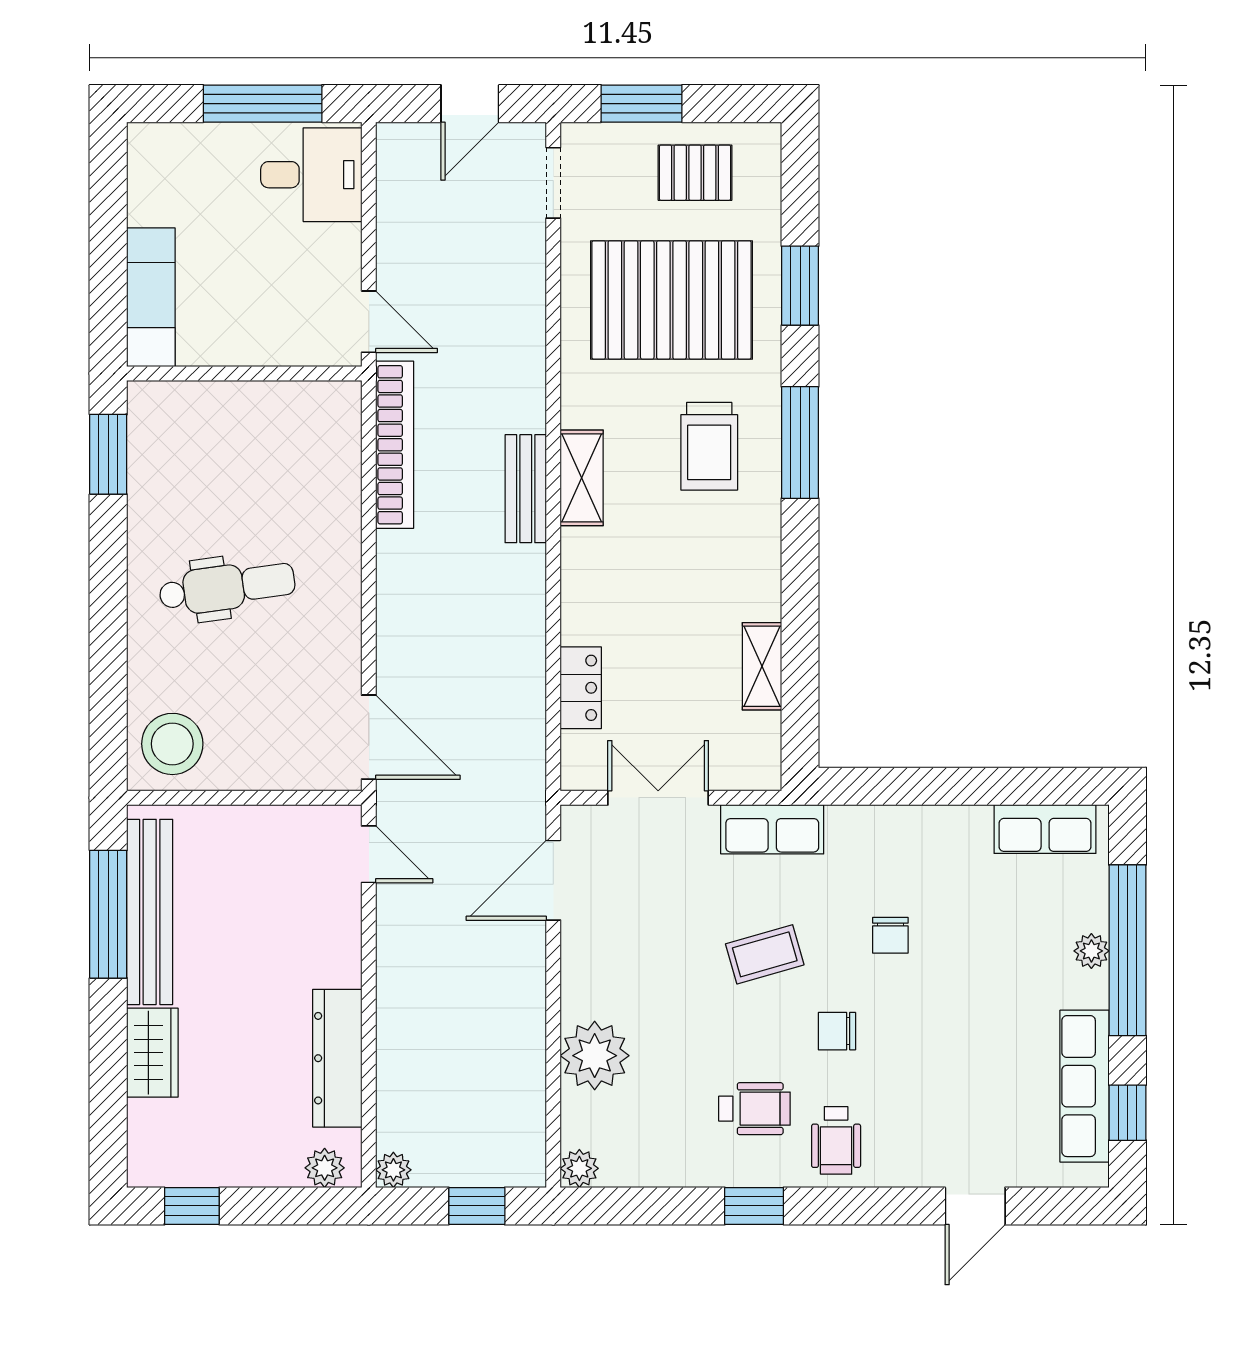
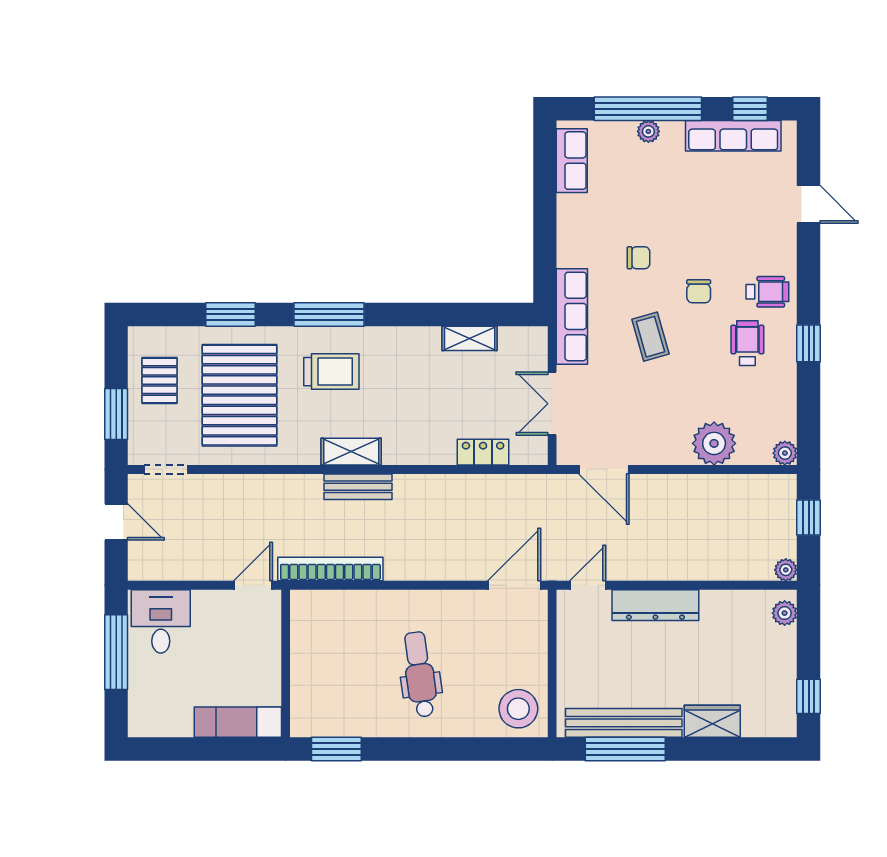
row of seats: (772, 829) -> (572, 316), width x1.48
dresser: (337, 1058) -> (655, 605), moved

